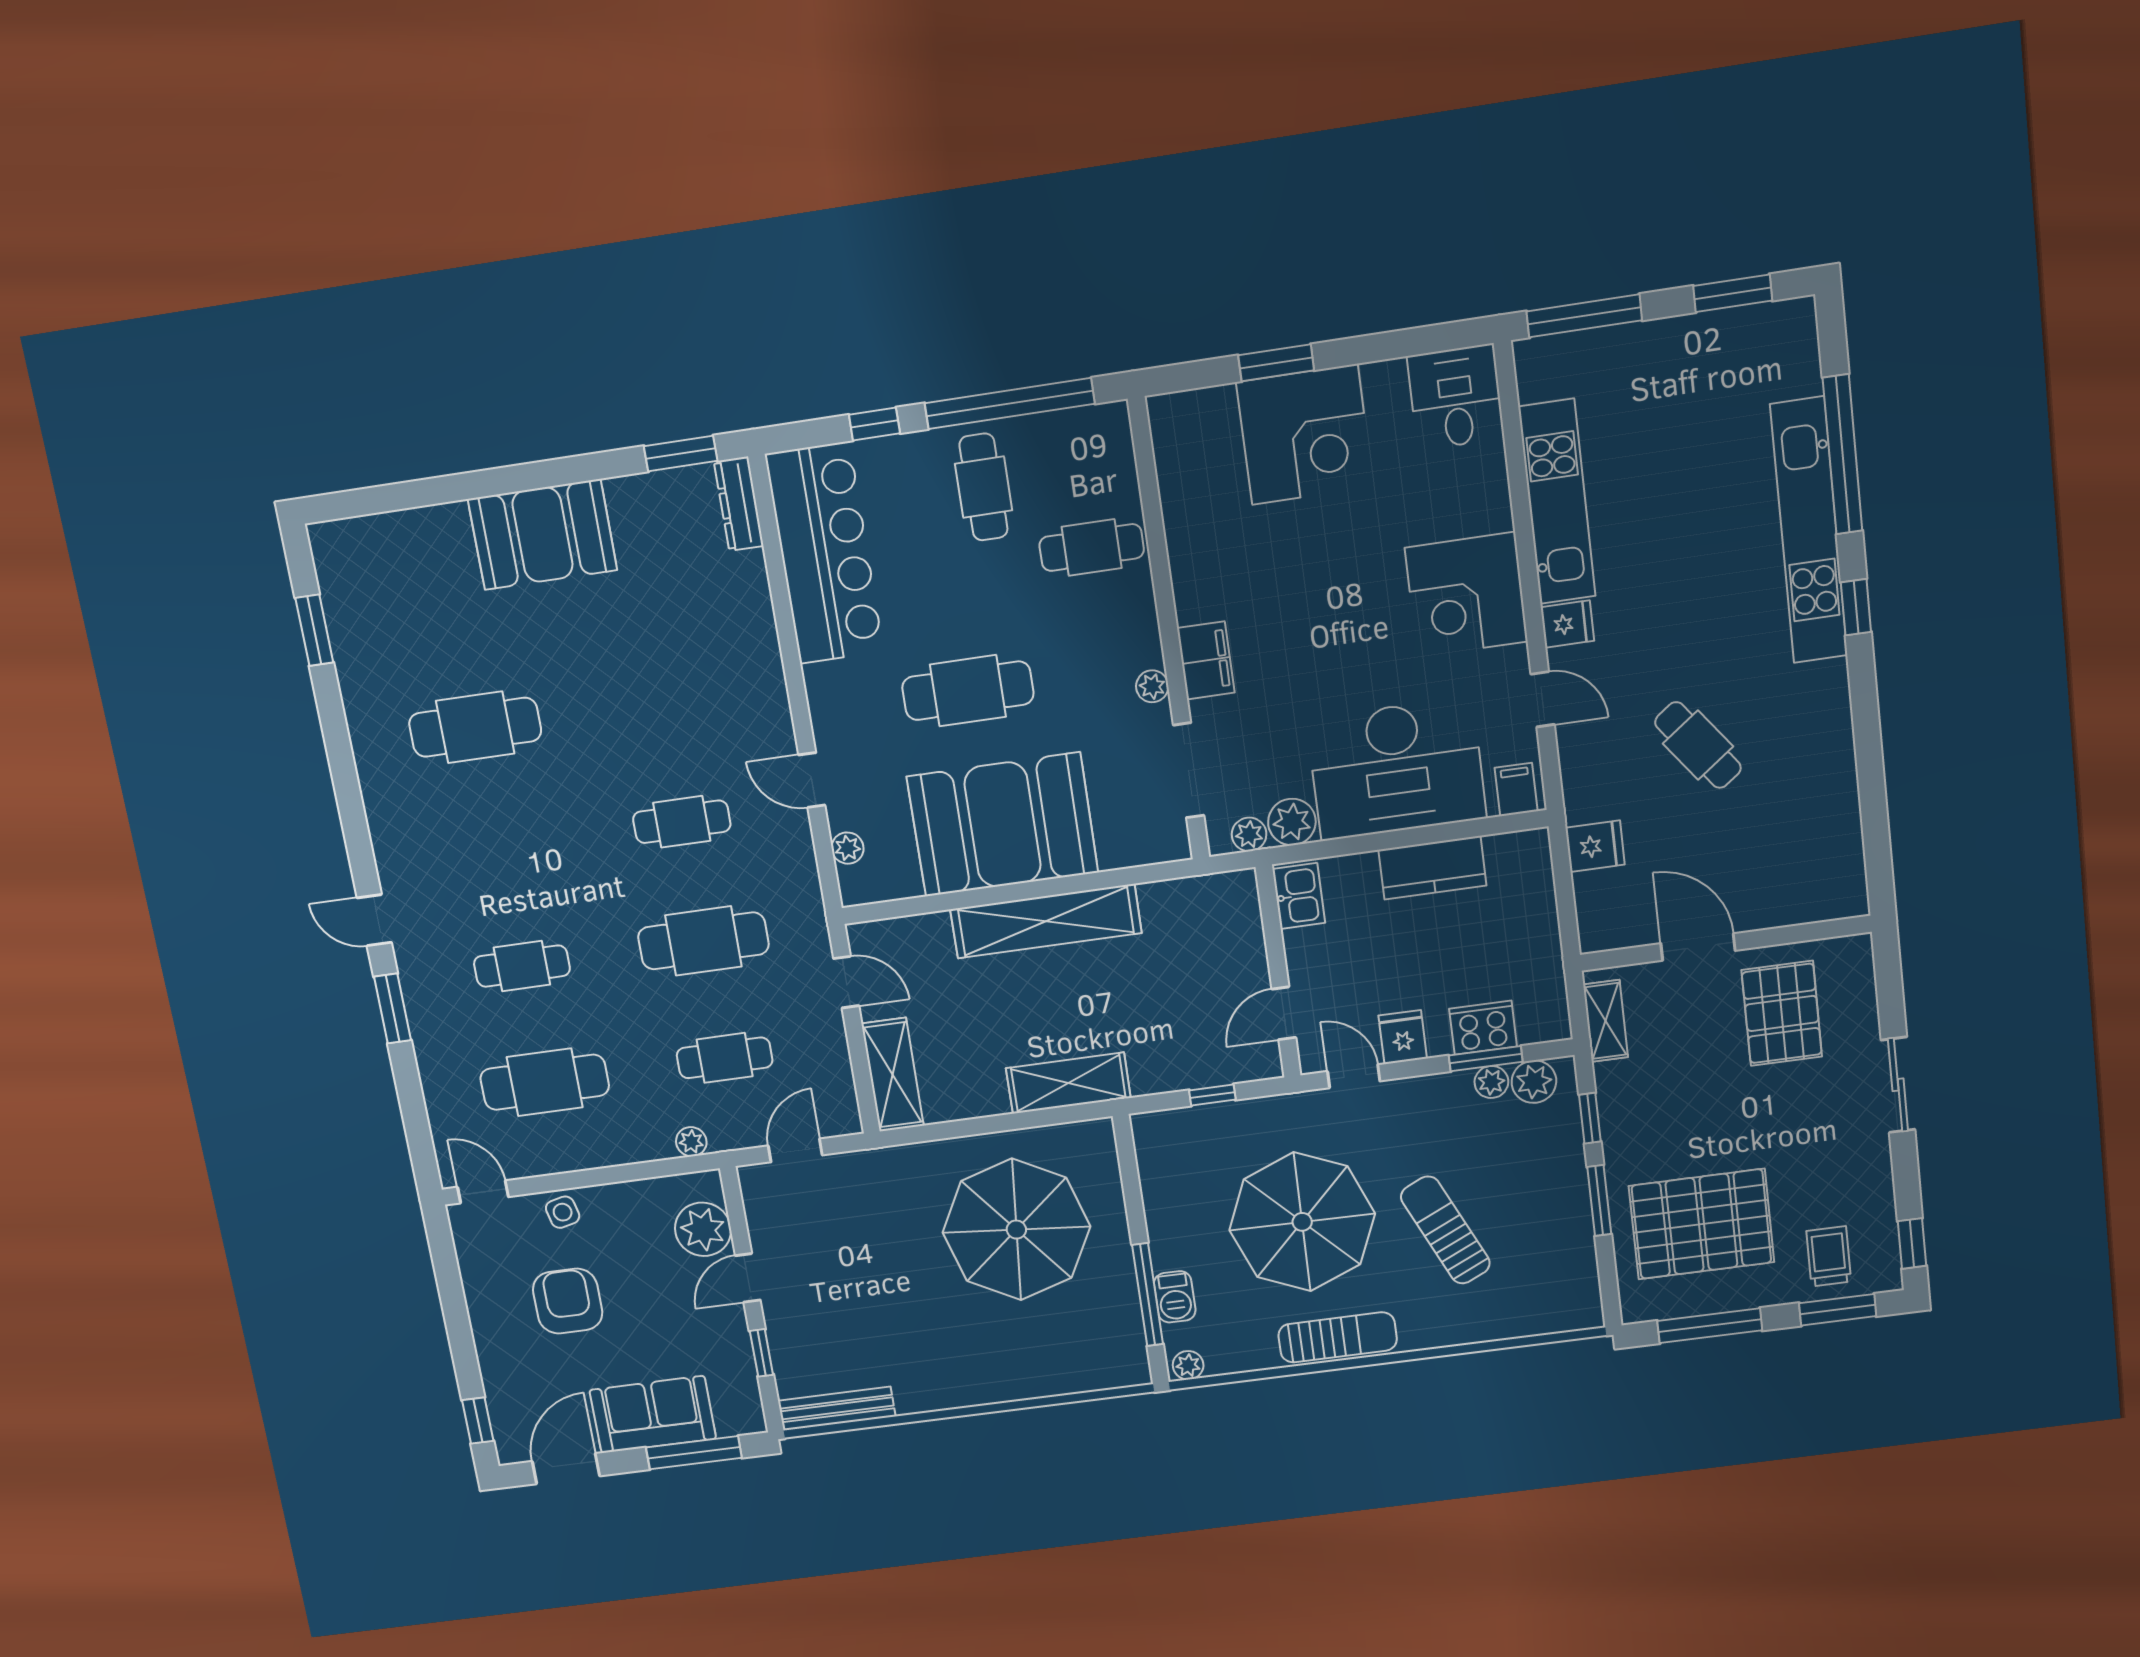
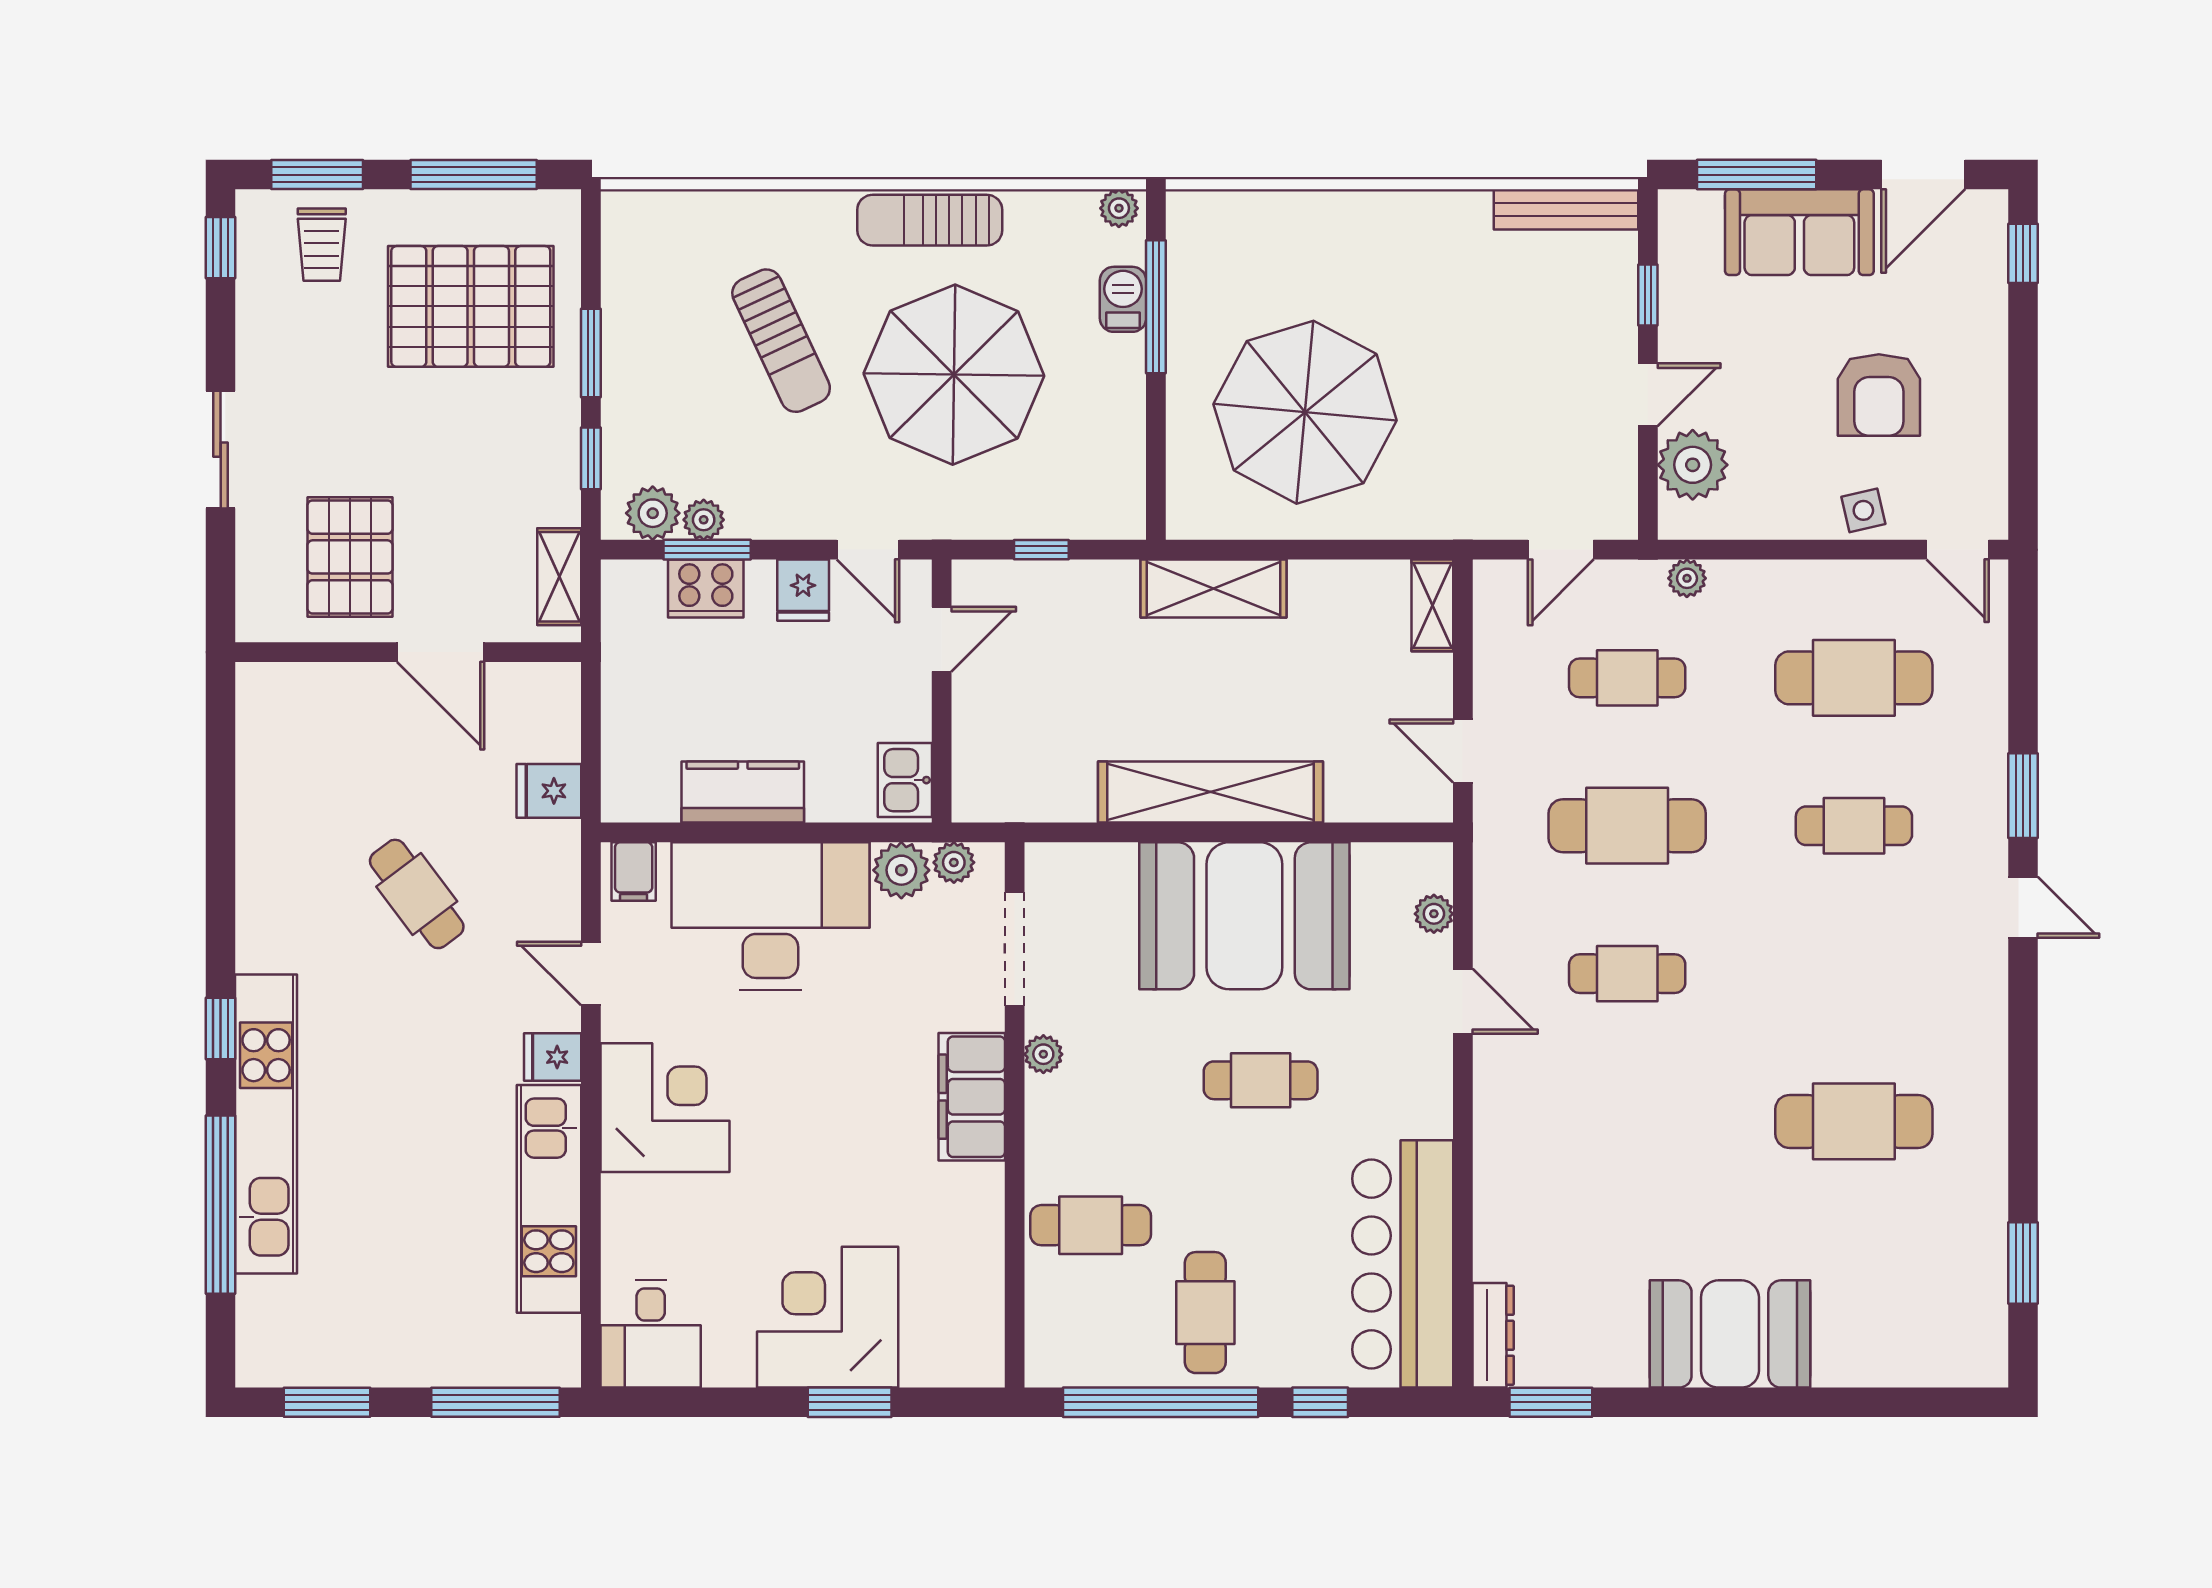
filing cabinet: (1206, 660) -> (972, 1097), width x1.50, depth x1.17
cafe table: (968, 691) -> (1261, 1080), width x0.73, depth x0.74
shelving: (893, 1075) -> (1432, 605), width x0.67, depth x0.75

